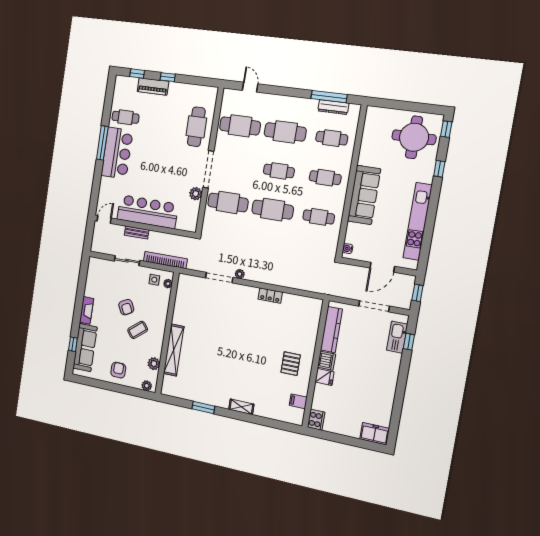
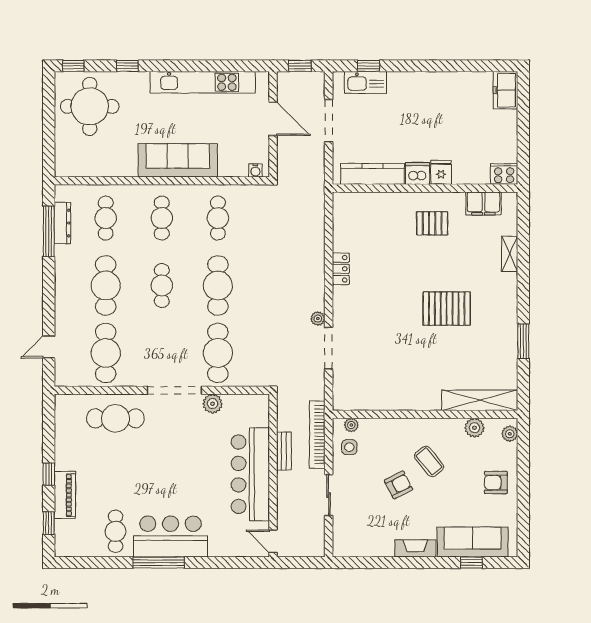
bench: (137, 232) -> (284, 451), moved
shelving: (174, 350) -> (480, 400), moved
pallet: (232, 362) -> (447, 309), added
filing cabinet: (298, 401) -> (484, 204), width x2.00
shelving: (241, 407) -> (510, 254), moved

